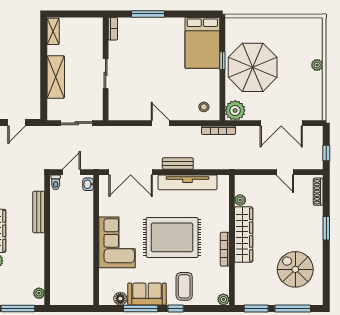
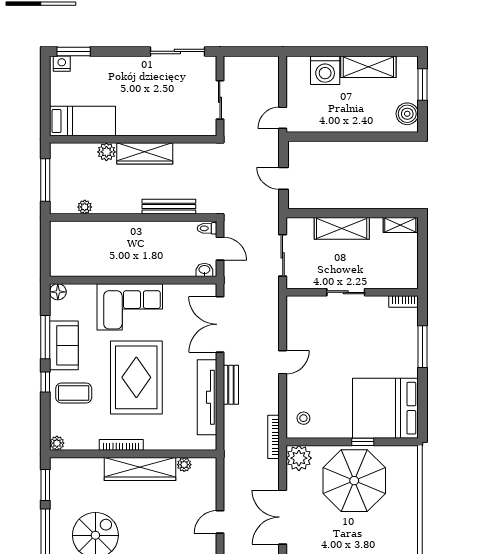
bed: (202, 43) -> (385, 408), width x1.36
plant: (39, 293) -> (85, 207), moved
floor lamp: (120, 299) -> (58, 292), moved

